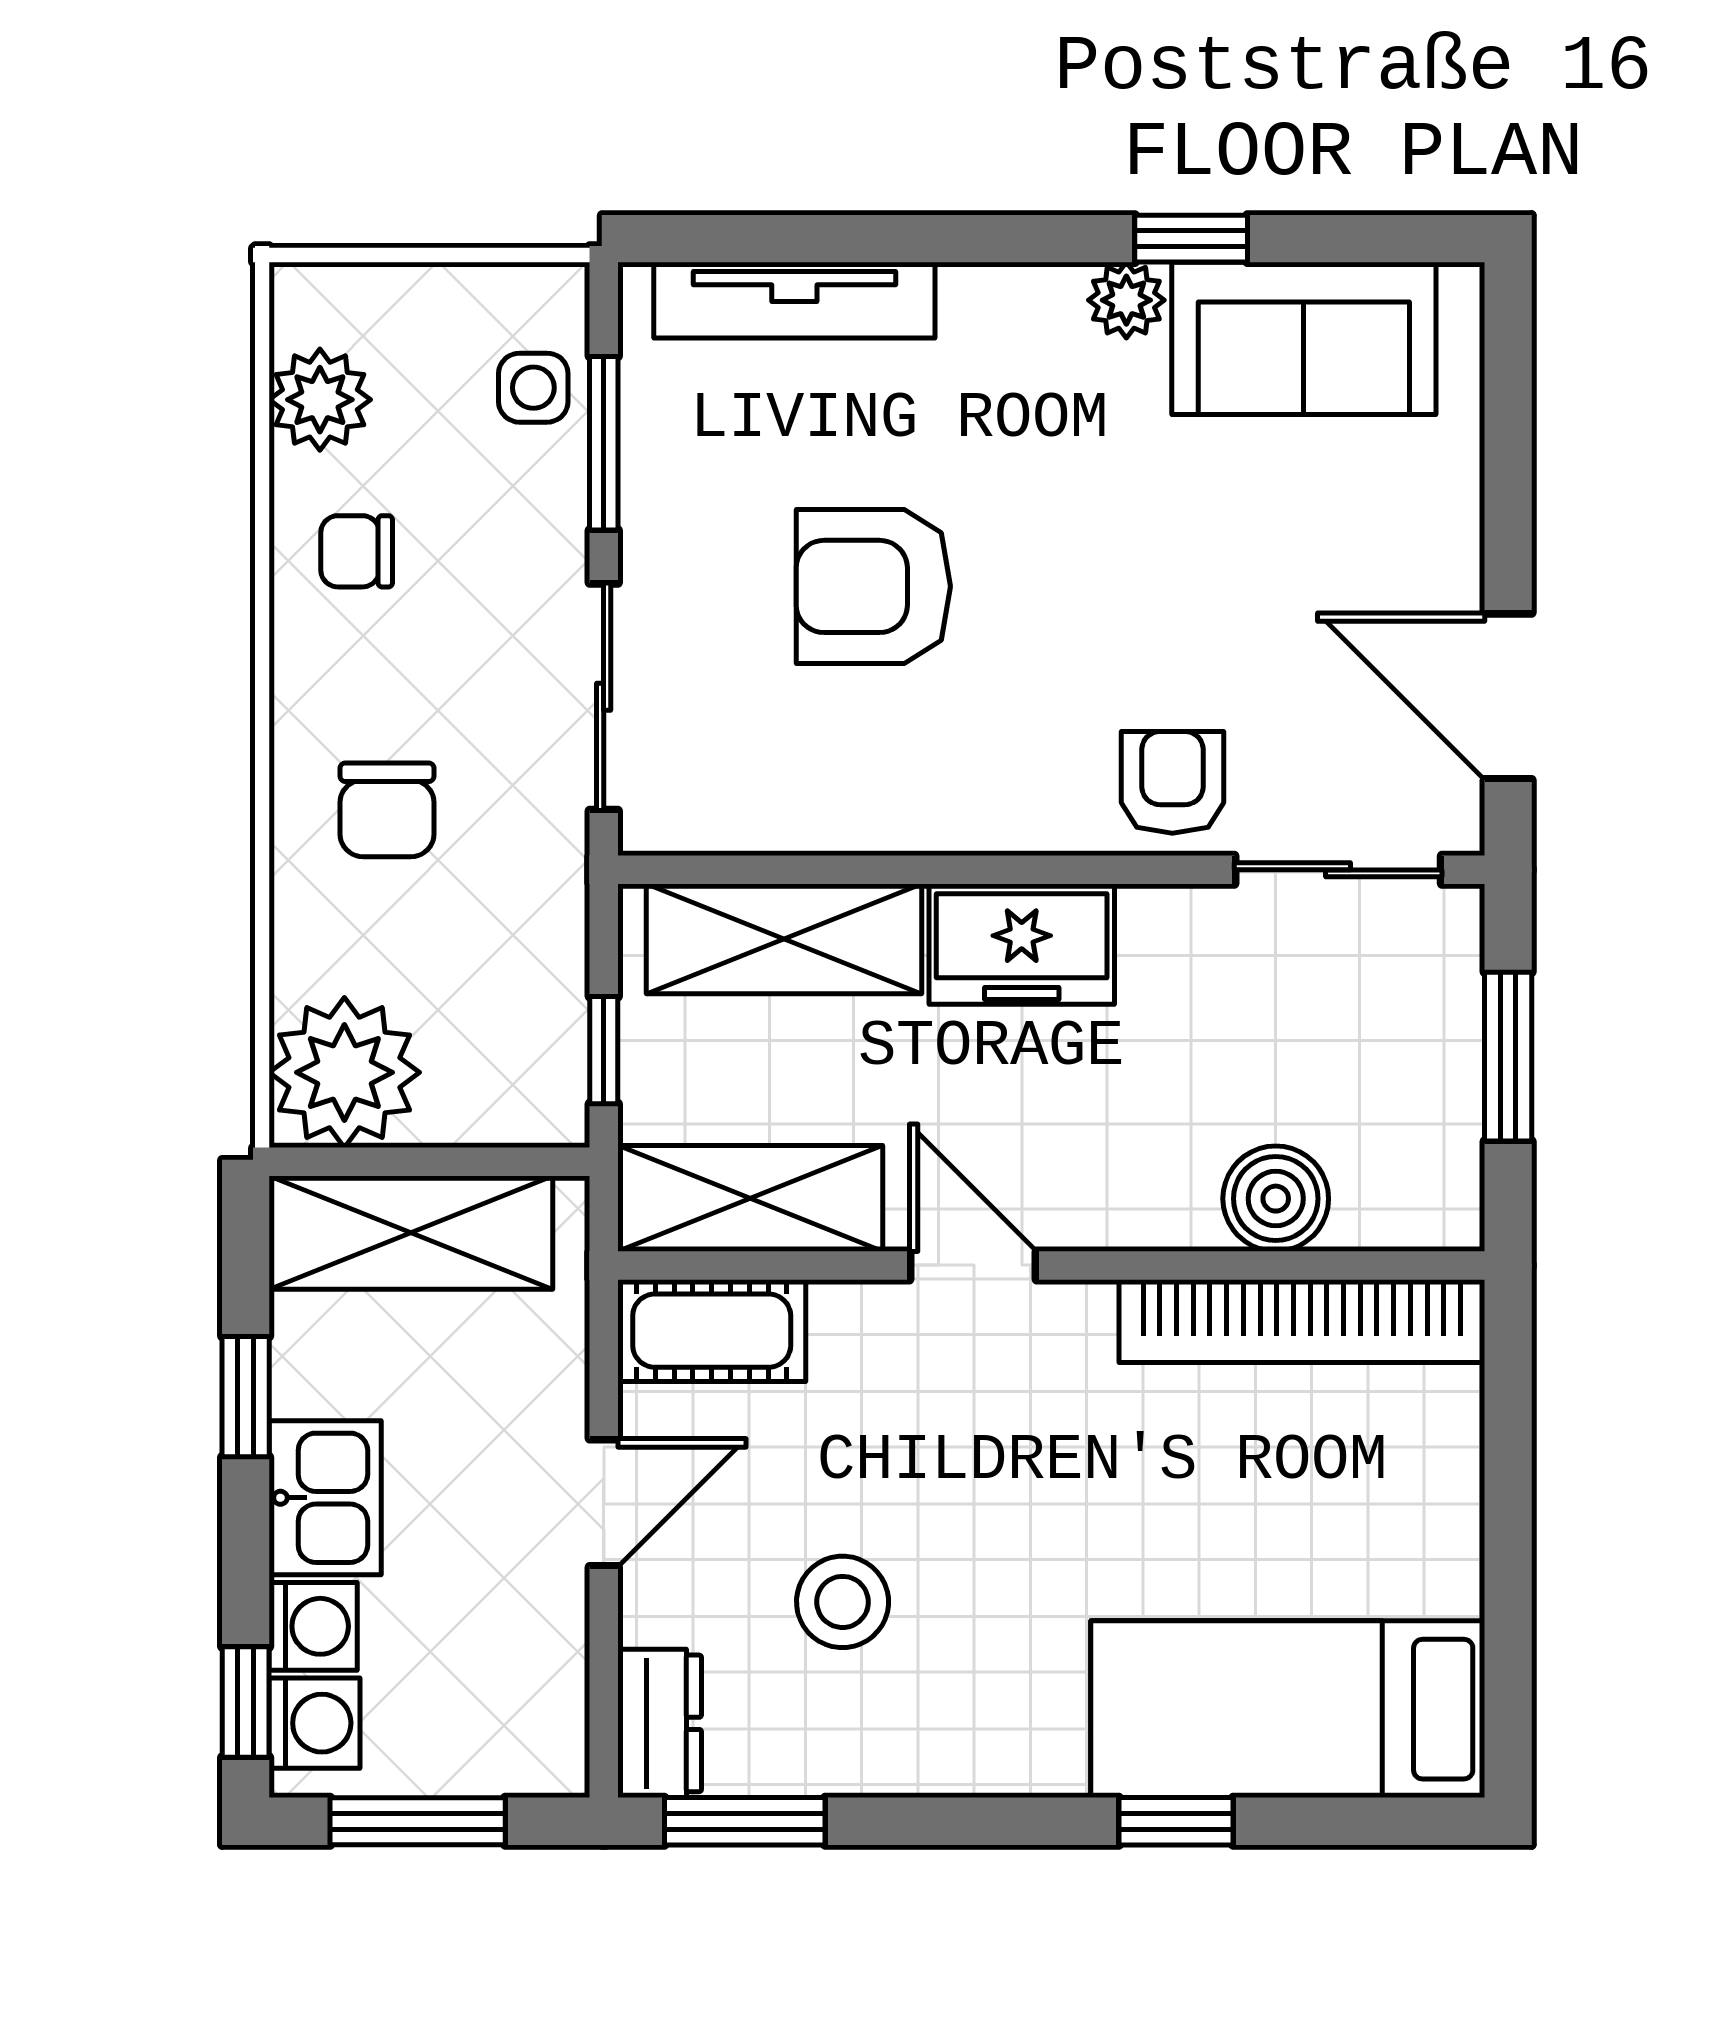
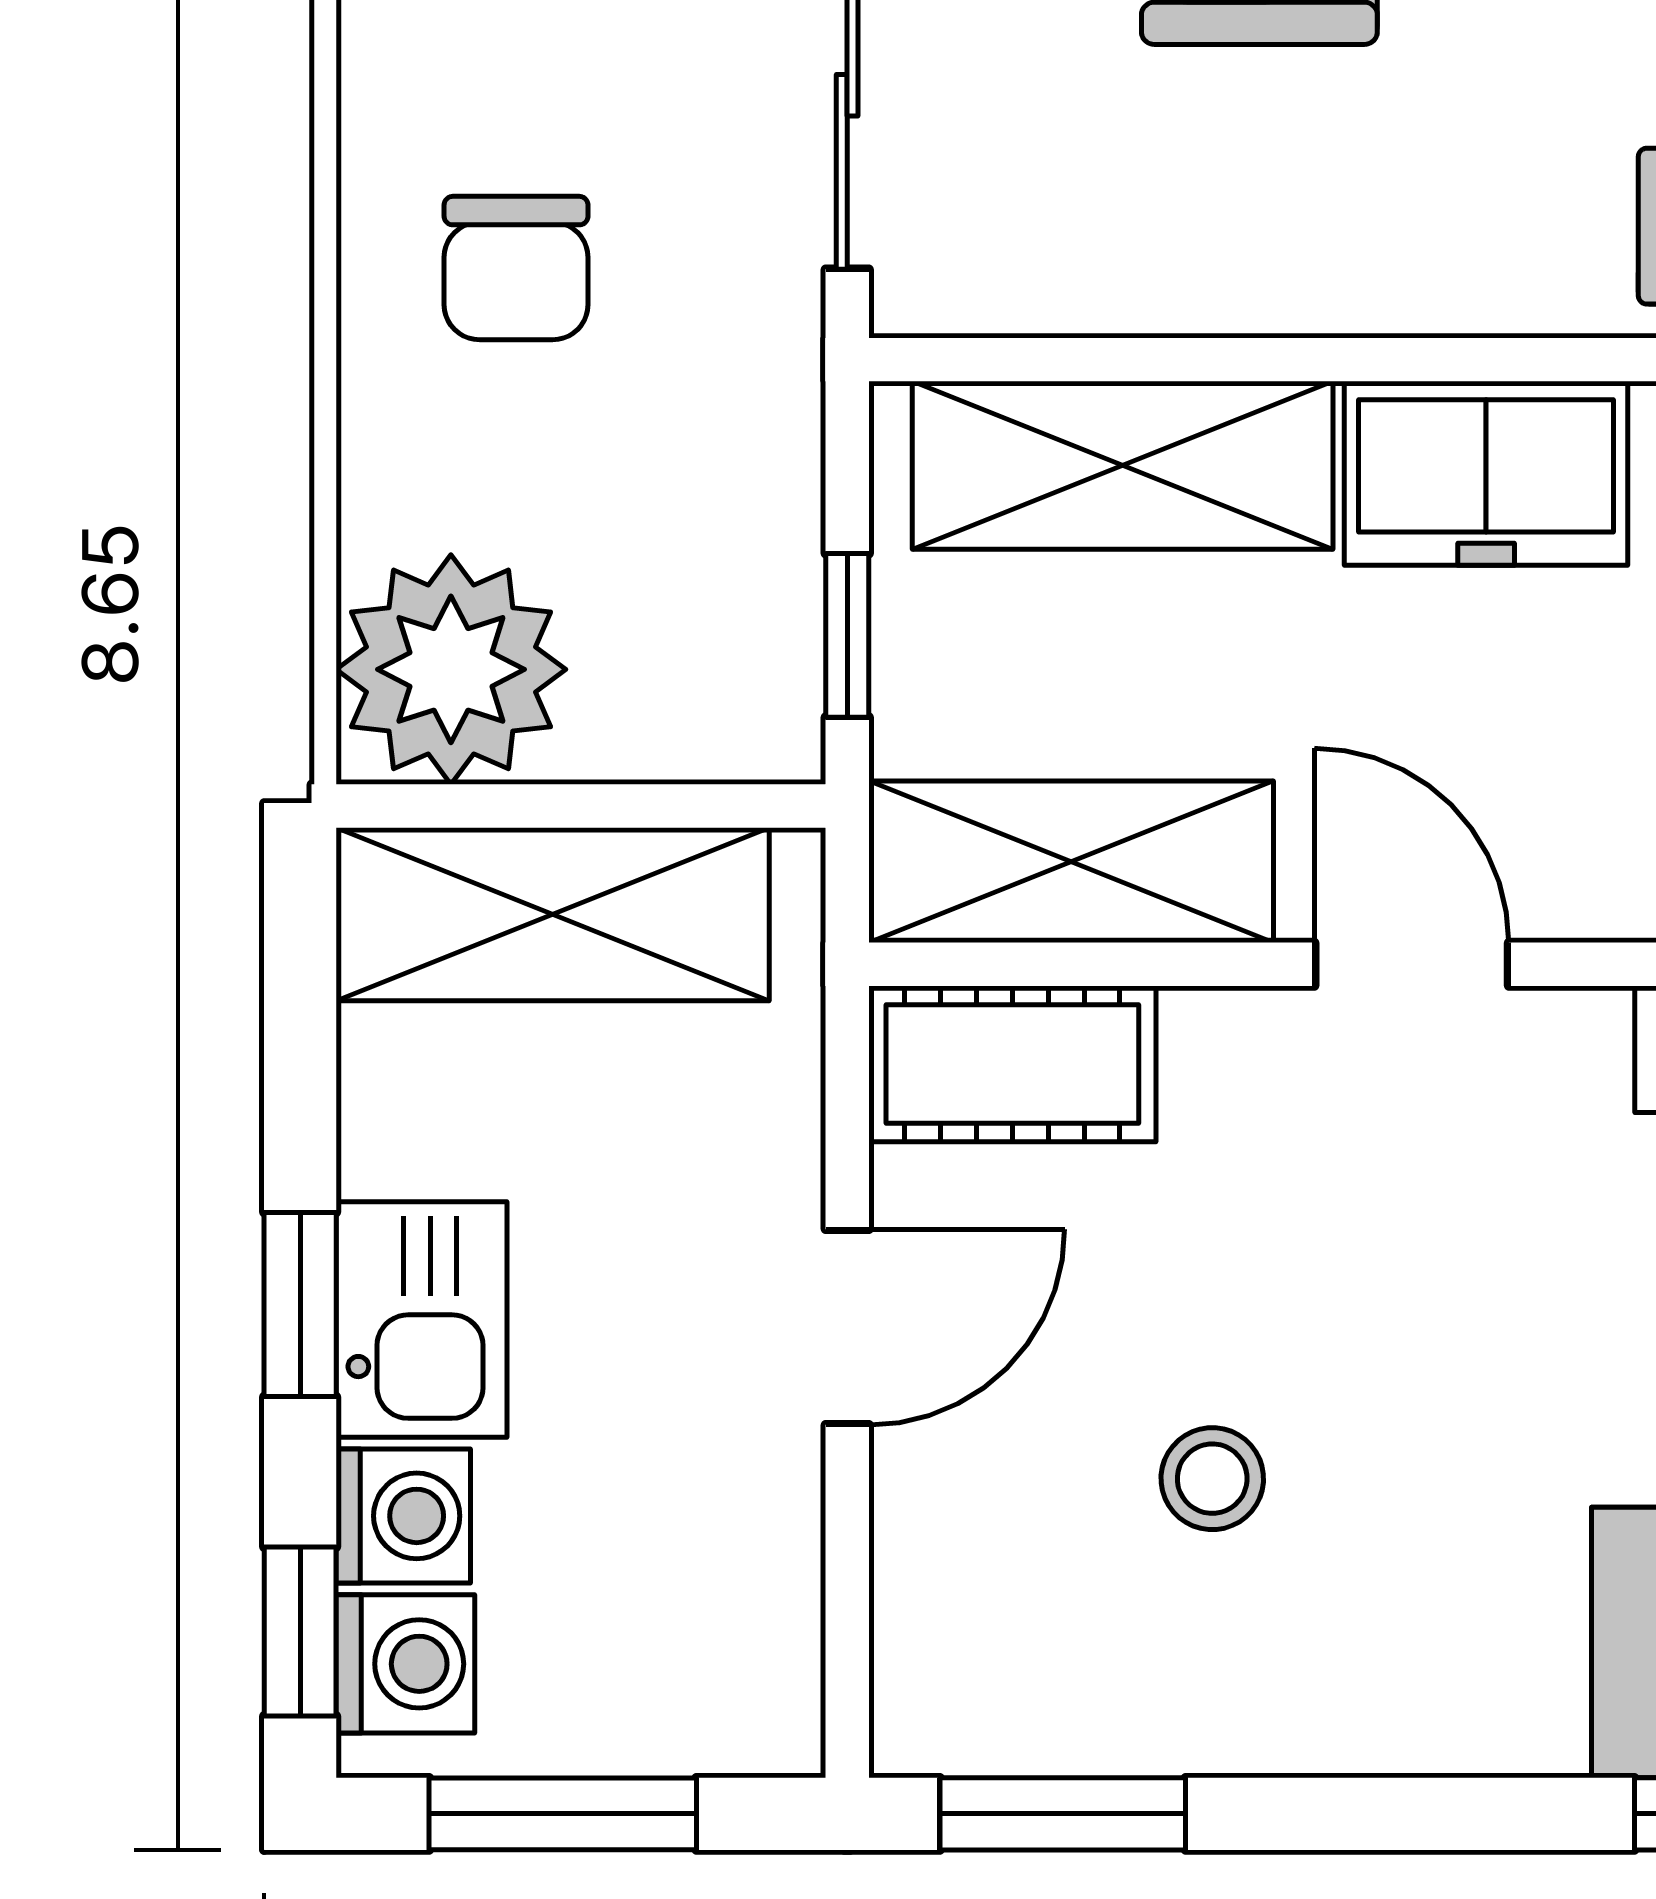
window: (246, 1397) -> (300, 1304), moved
stool: (843, 1602) -> (1212, 1479), width x0.73, depth x0.73
dresser: (660, 1723) -> (933, 1664), removed

